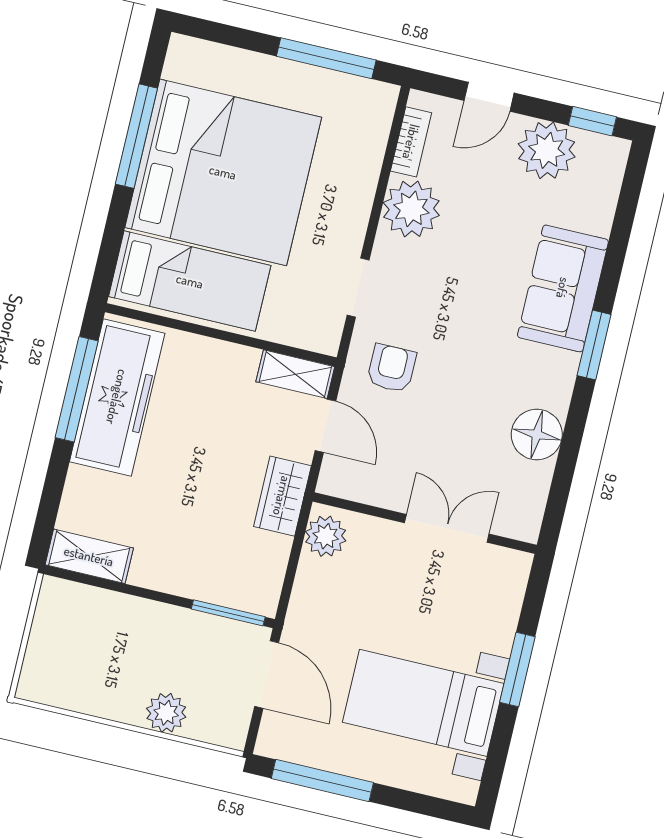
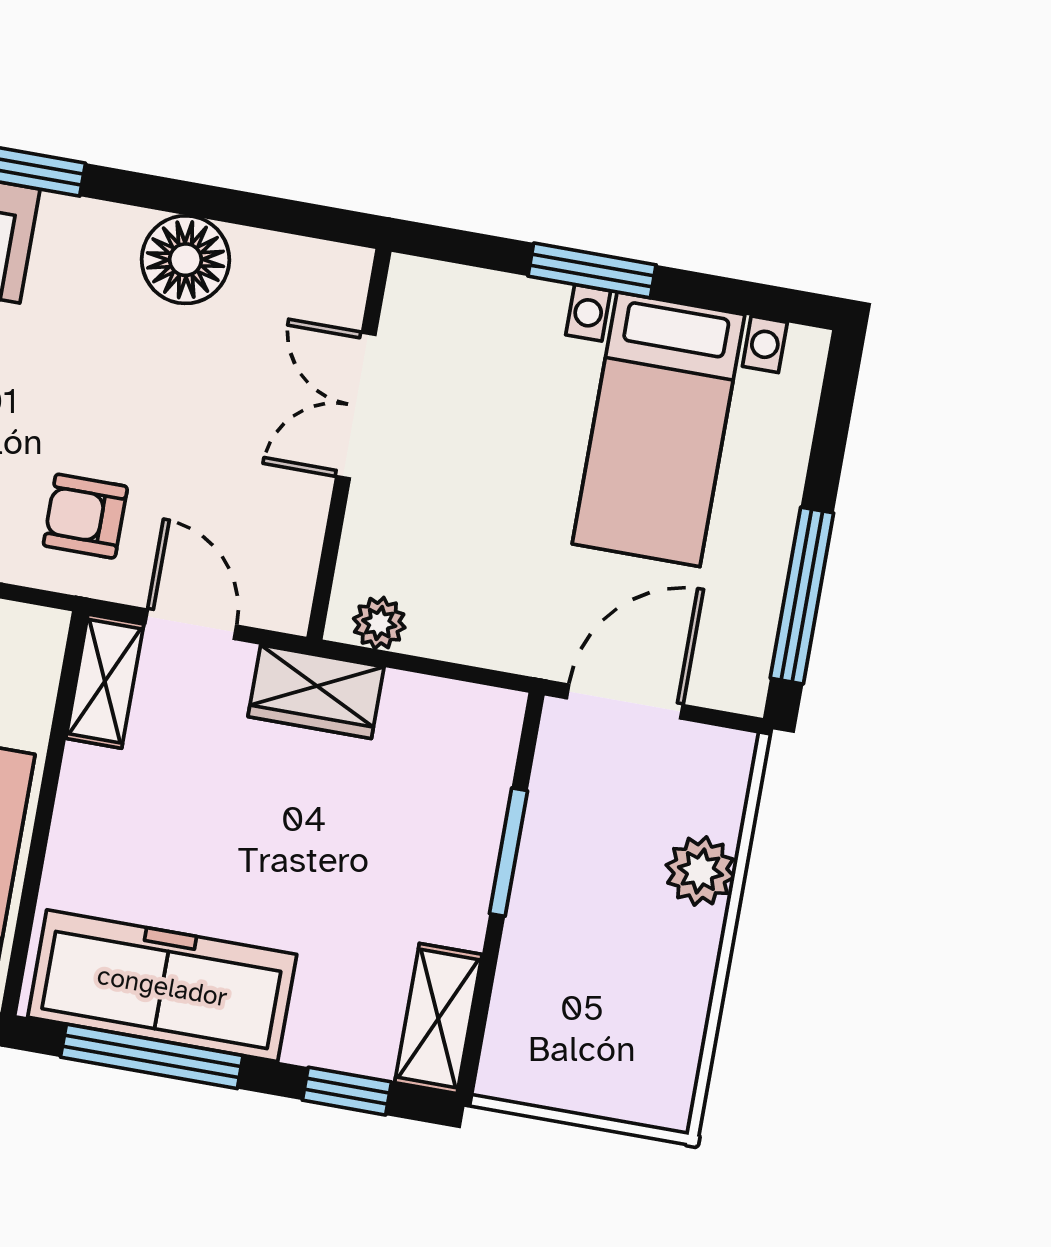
door: (325, 426) -> (191, 624), hinge flipped
window: (50, 501) -> (347, 1091), added
plant: (326, 536) -> (379, 623), width x0.73, depth x0.73
window: (228, 613) -> (508, 852), moved

